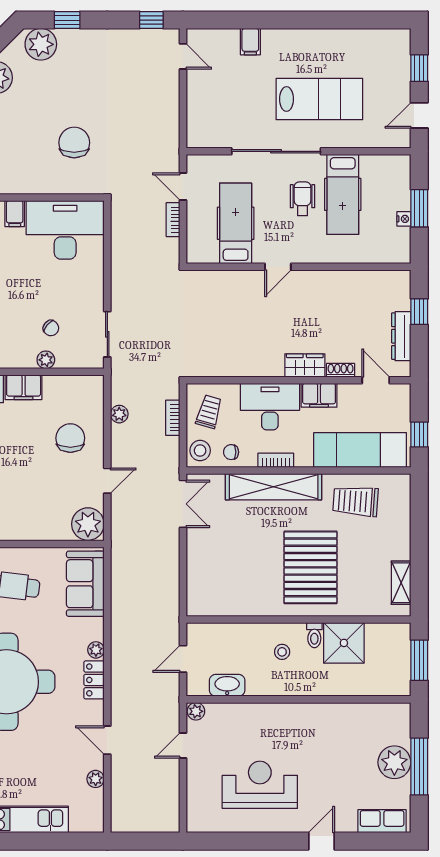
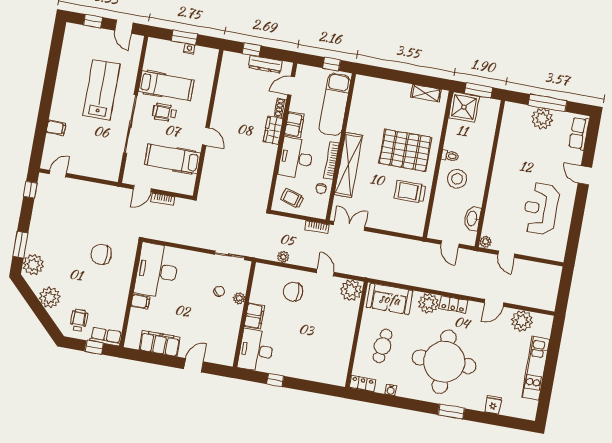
window: (67, 20) -> (20, 245), width x1.50
bookcase: (173, 418) -> (317, 227), moved
stool: (200, 451) -> (316, 209), removed
bookcase: (276, 460) -> (331, 160), width x1.56
trolley: (356, 501) -> (410, 192), moved, turned 86
shower: (344, 643) -> (464, 107), moved
plant: (96, 650) -> (428, 304), width x1.87, depth x1.87
stool: (282, 652) -> (457, 179), width x1.89, depth x1.89
plant: (96, 779) -> (522, 321), width x1.88, depth x1.88

